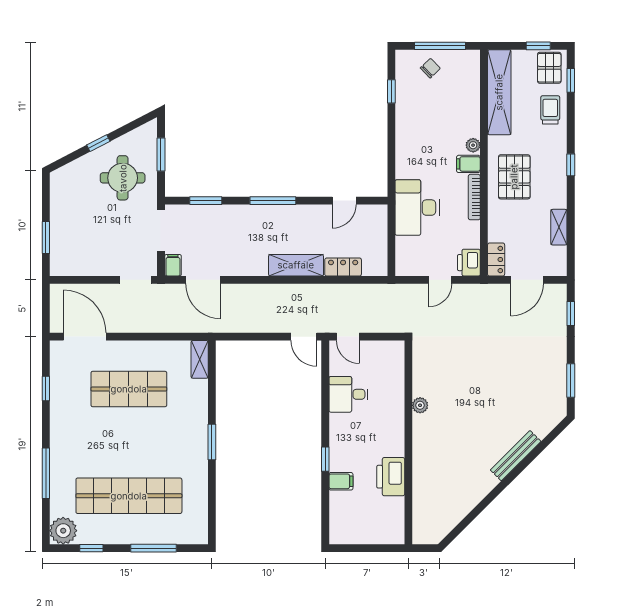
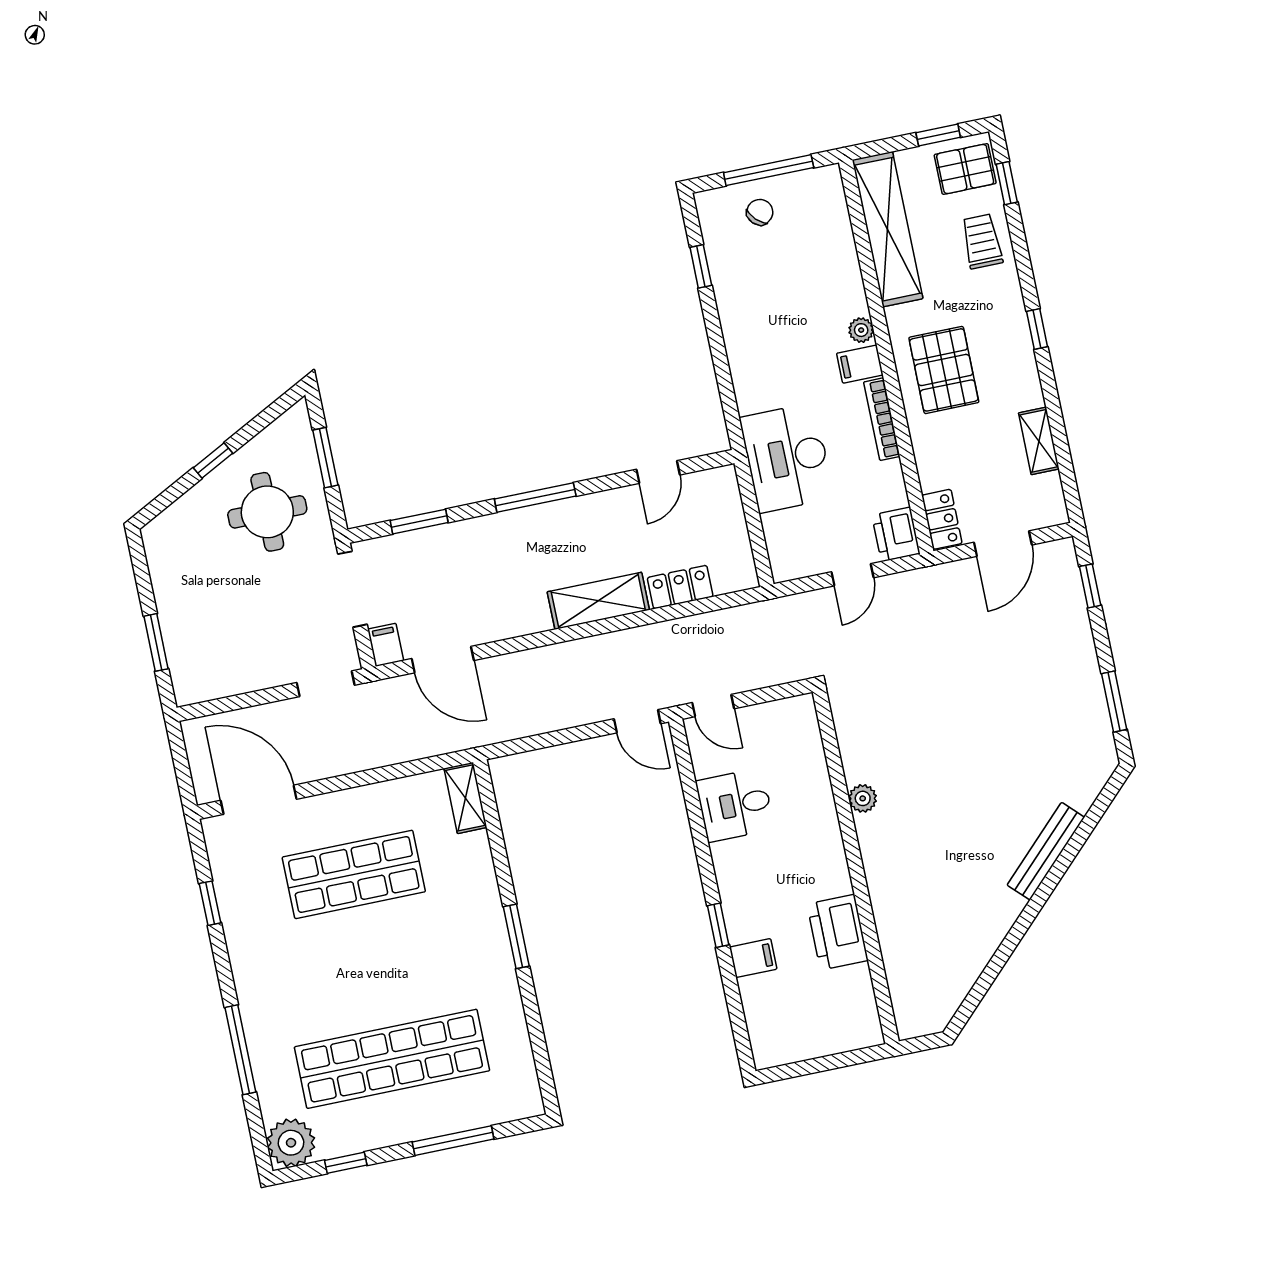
pallet: (549, 68) -> (965, 169), turned 90

